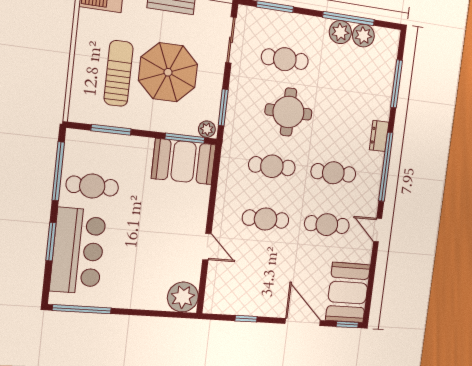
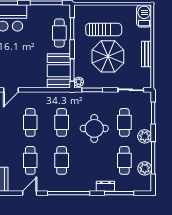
plant: (340, 32) -> (145, 136), moved
cafe table: (347, 68) -> (124, 160), added
dresser: (379, 136) -> (105, 186), moved
cafe table: (92, 186) -> (59, 33), moved

